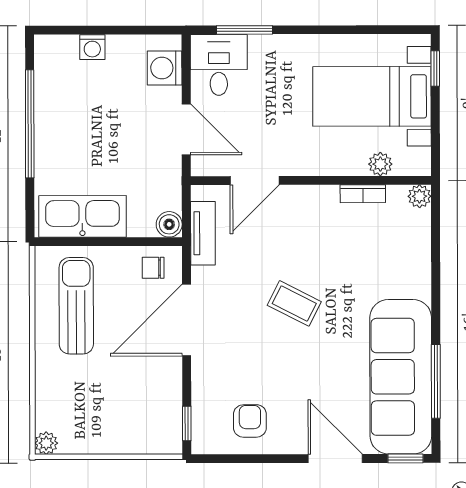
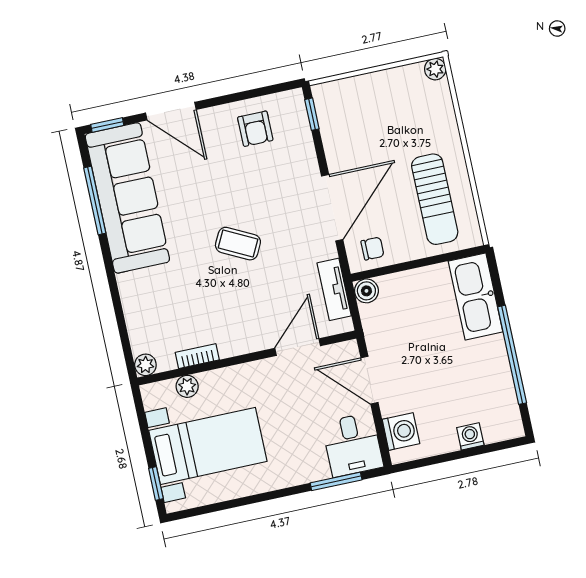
kitchen sink: (82, 216) -> (476, 296), moved, turned 90

